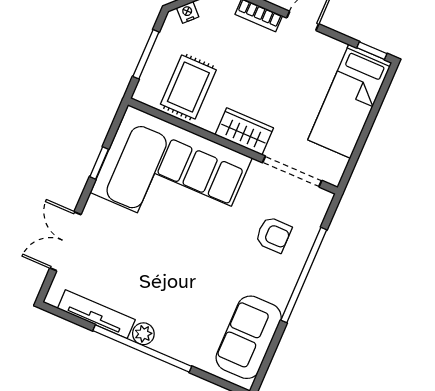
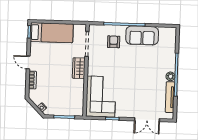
rug: (188, 87) -> (70, 96), removed
corner sofa: (171, 175) -> (101, 96), width x0.73, depth x0.74
sofa: (249, 337) -> (142, 35), moved

